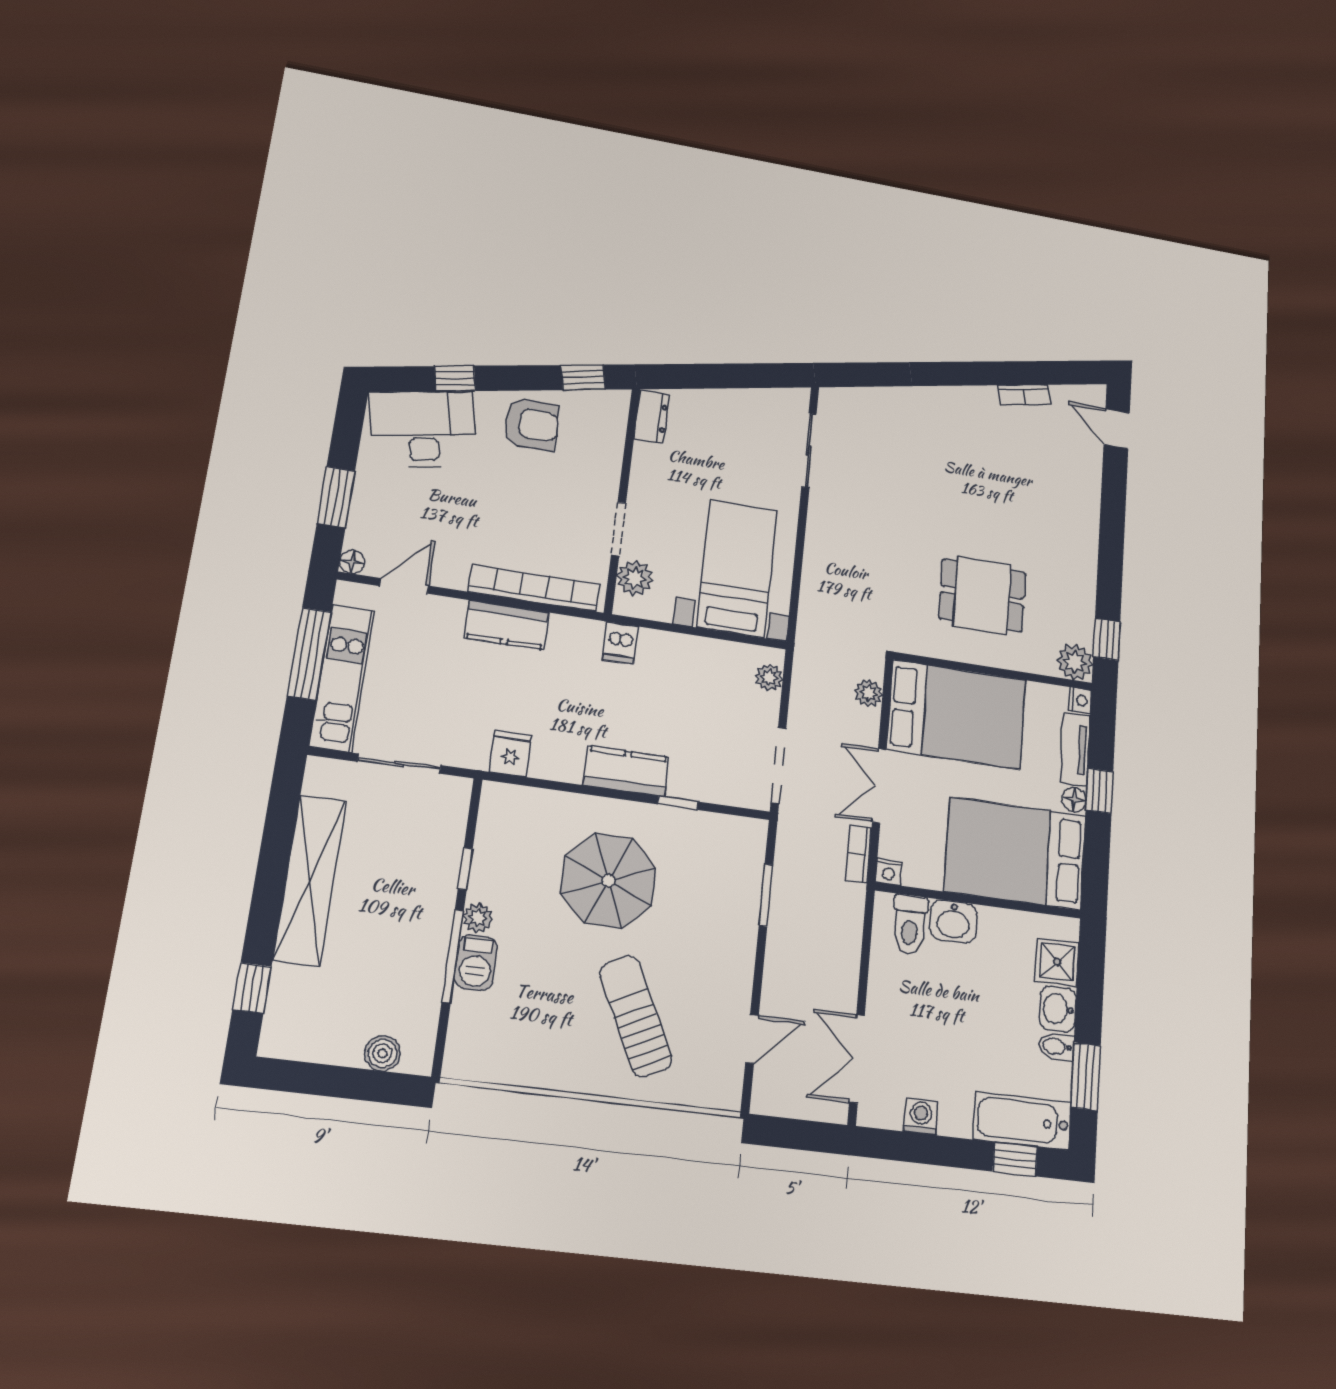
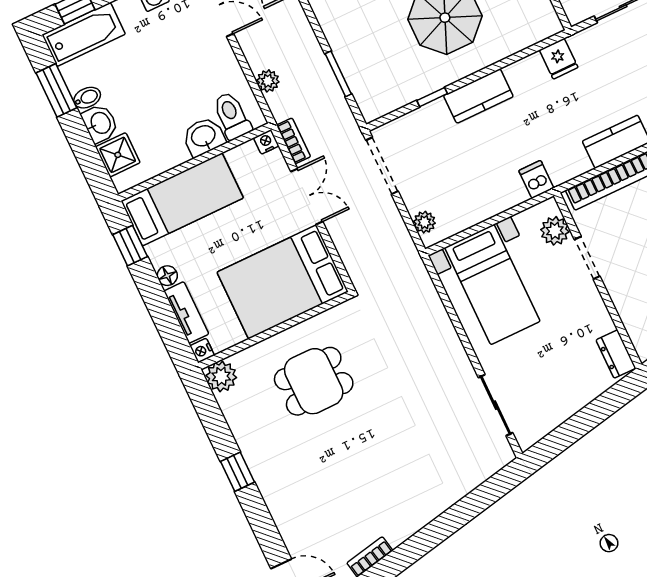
window: (1107, 639) -> (237, 472), moved
plant: (869, 693) -> (268, 81), moved
window: (1099, 791) -> (130, 246), moved
bed: (1015, 853) -> (182, 199), width x0.67

